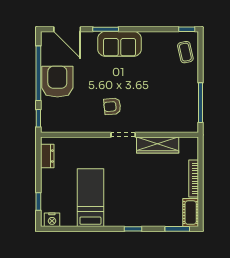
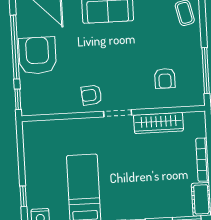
armchair: (112, 106) -> (92, 95), moved
armchair: (165, 107) -> (165, 78), added
dresser: (47, 156) -> (31, 143), removed

